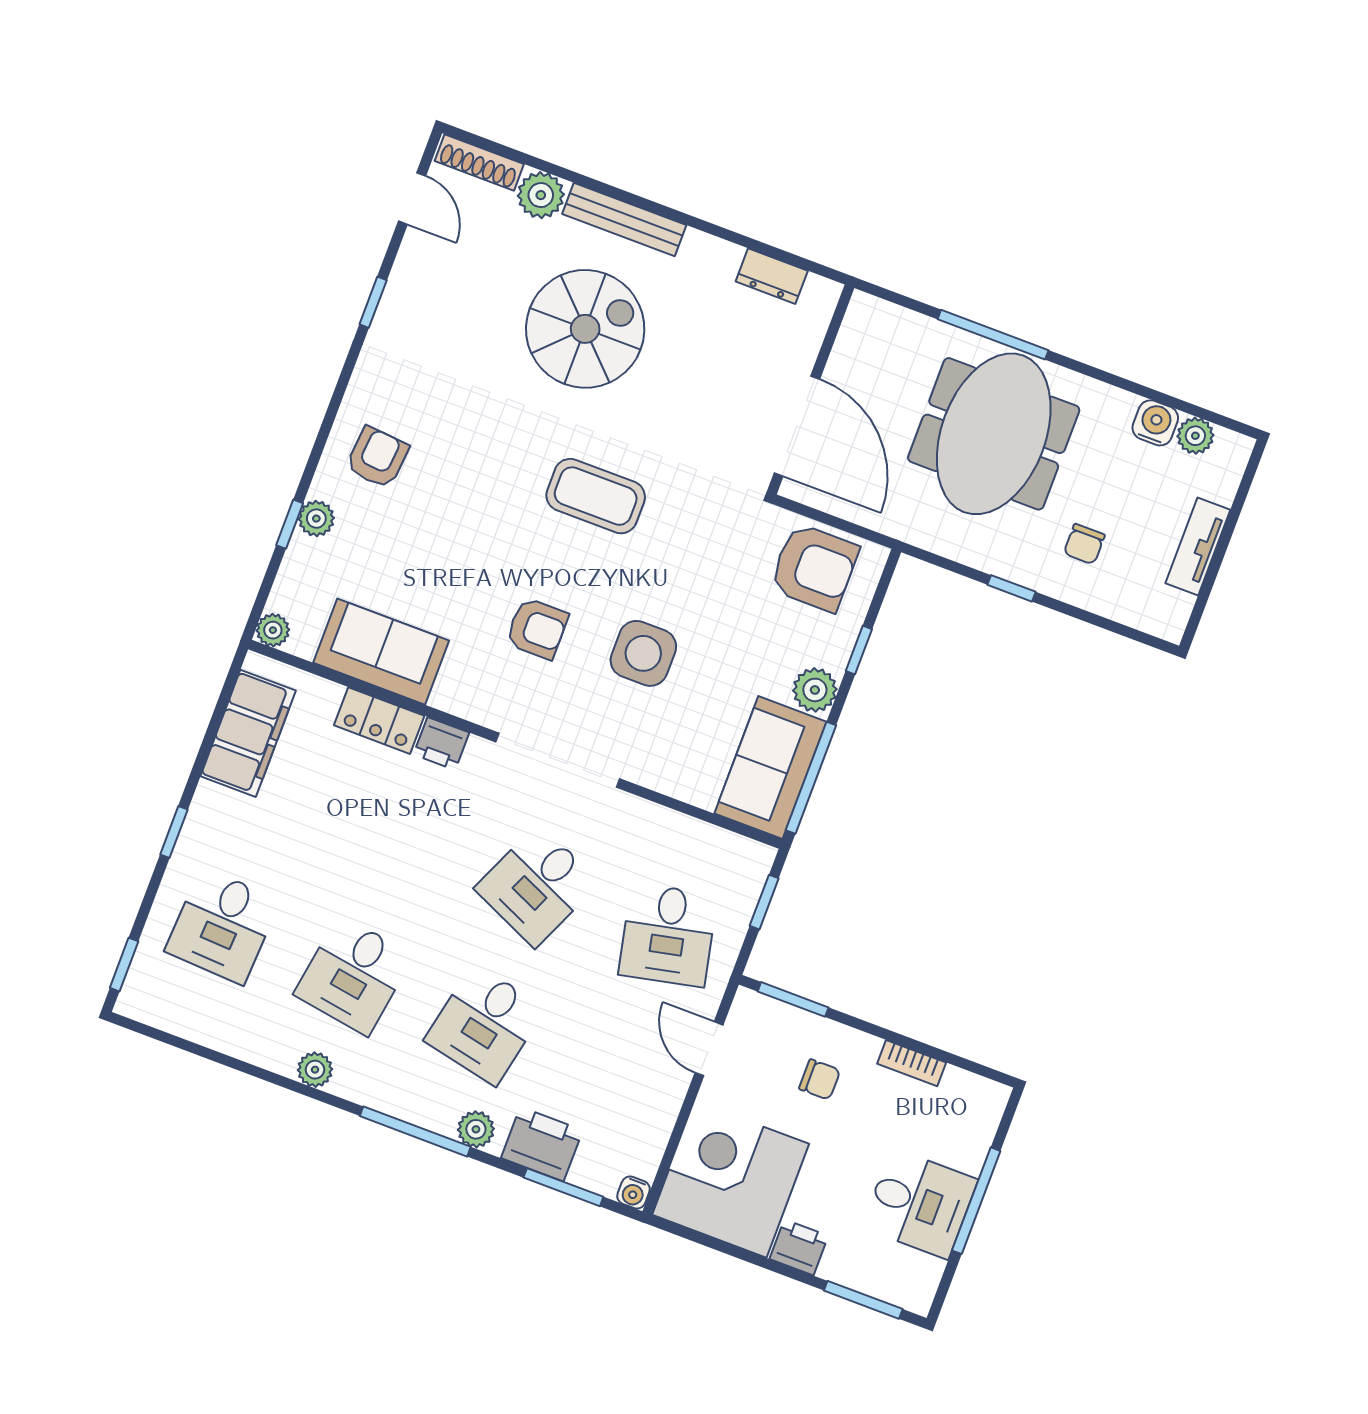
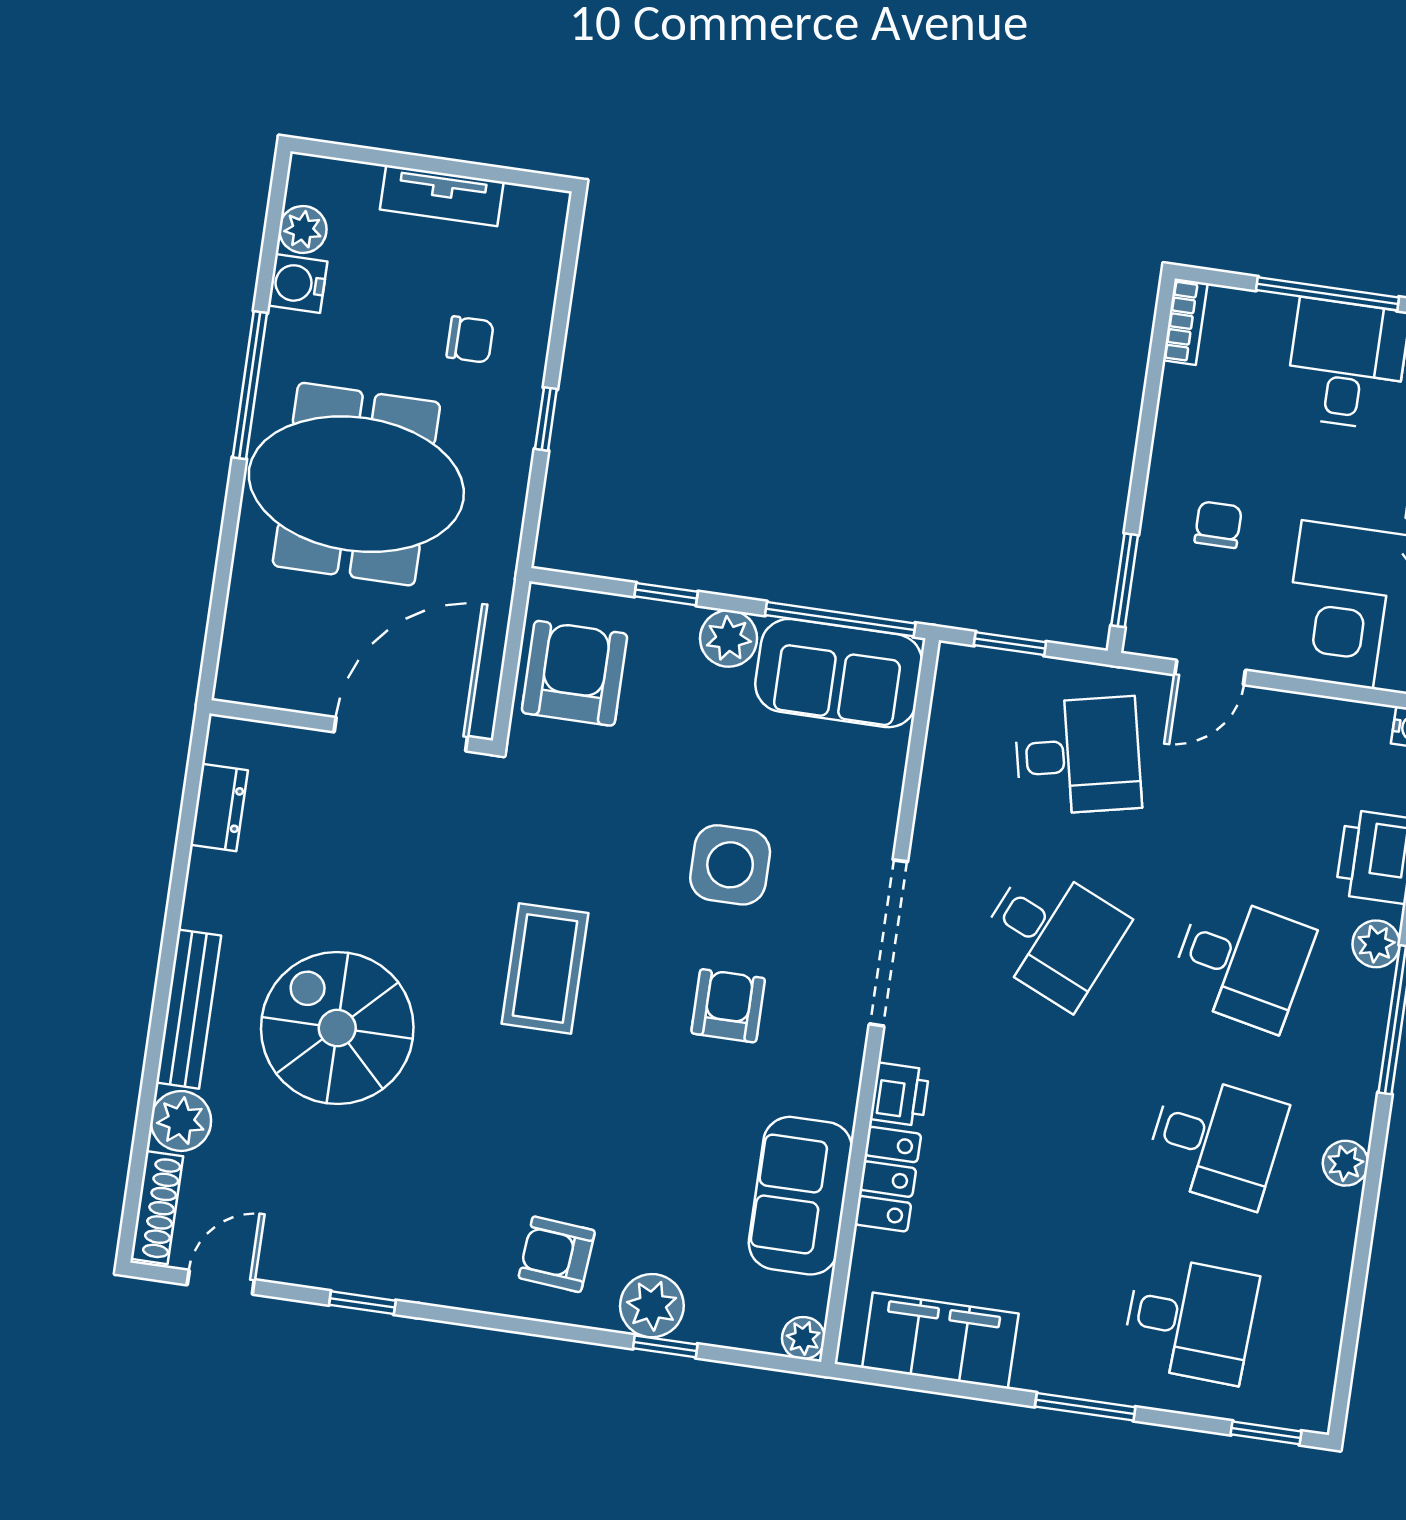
window: (993, 335) -> (250, 385), moved
plant: (316, 519) -> (652, 1306), width x1.38, depth x1.38
window: (174, 832) -> (1085, 1407), width x1.50
bookcase: (912, 1063) -> (1185, 322), moved

